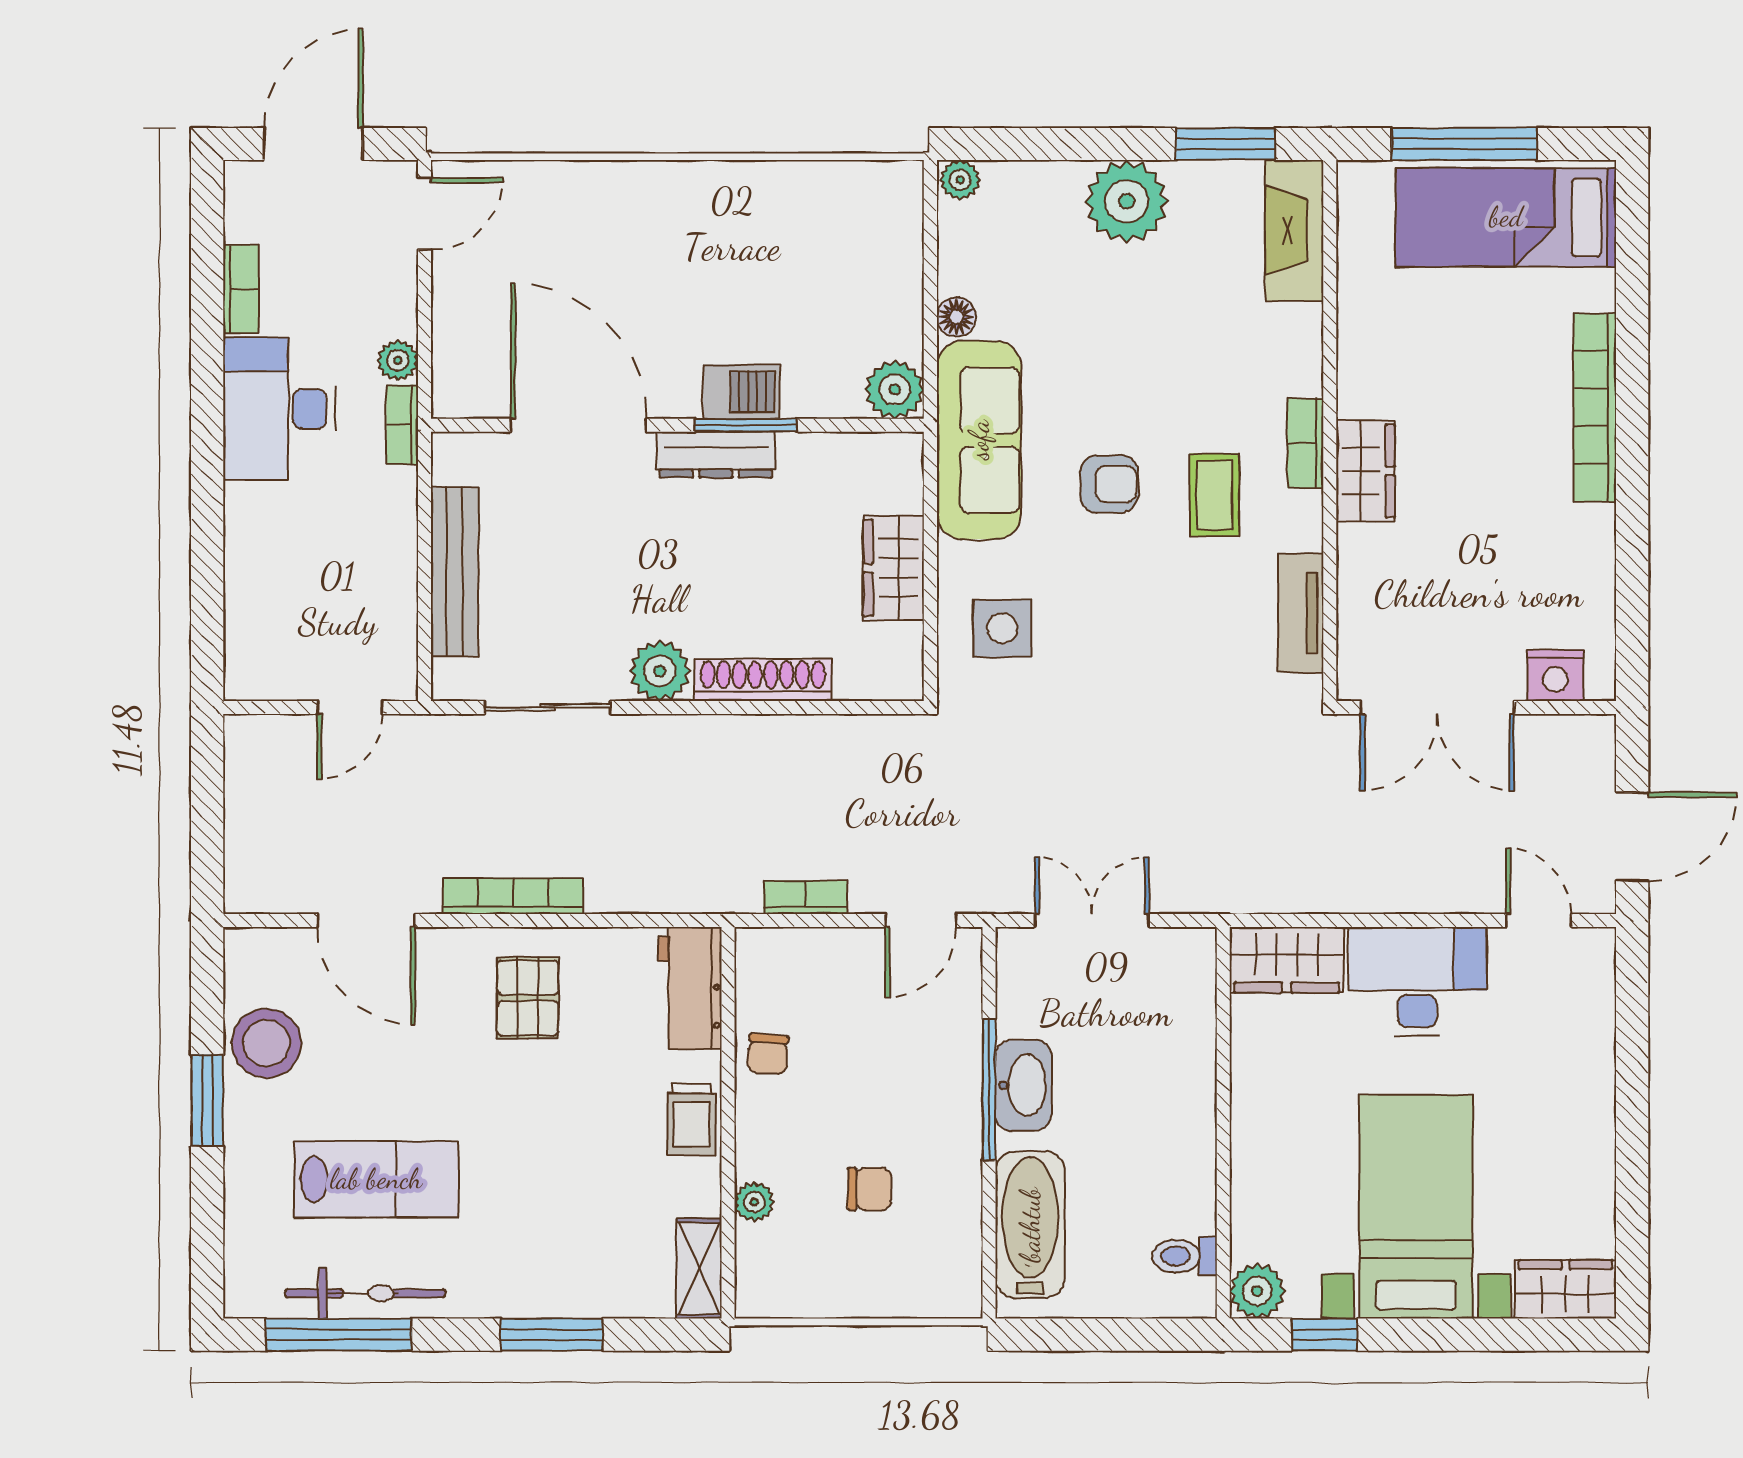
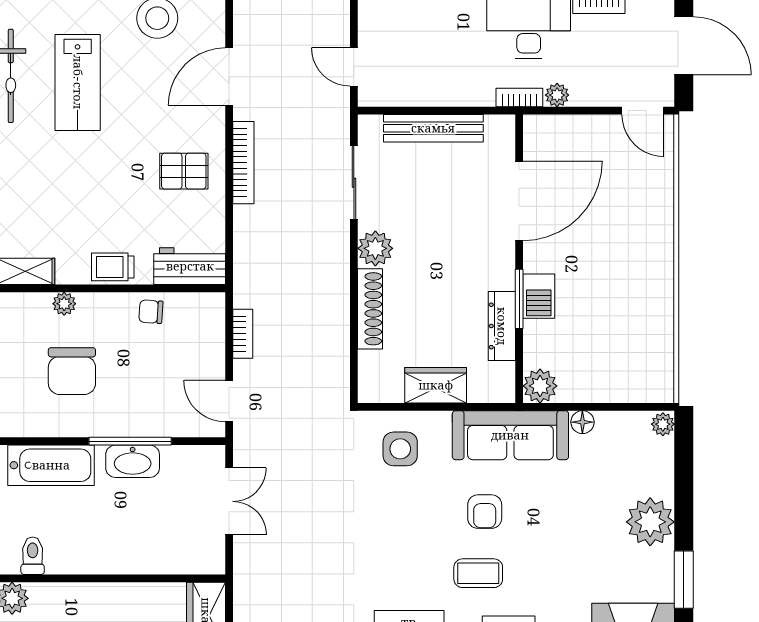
dresser: (716, 455) -> (502, 326), moved
chair: (869, 1189) -> (72, 371), width x1.87, depth x1.87

